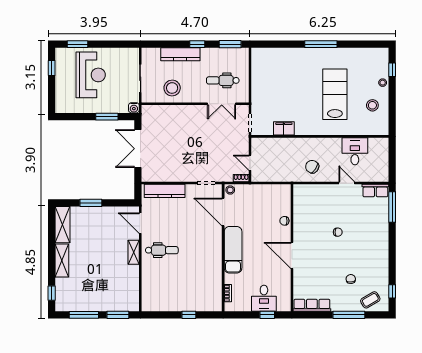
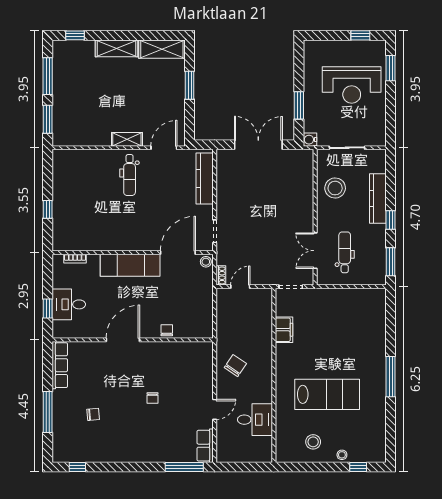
coffee table: (370, 300) -> (67, 439), removed

